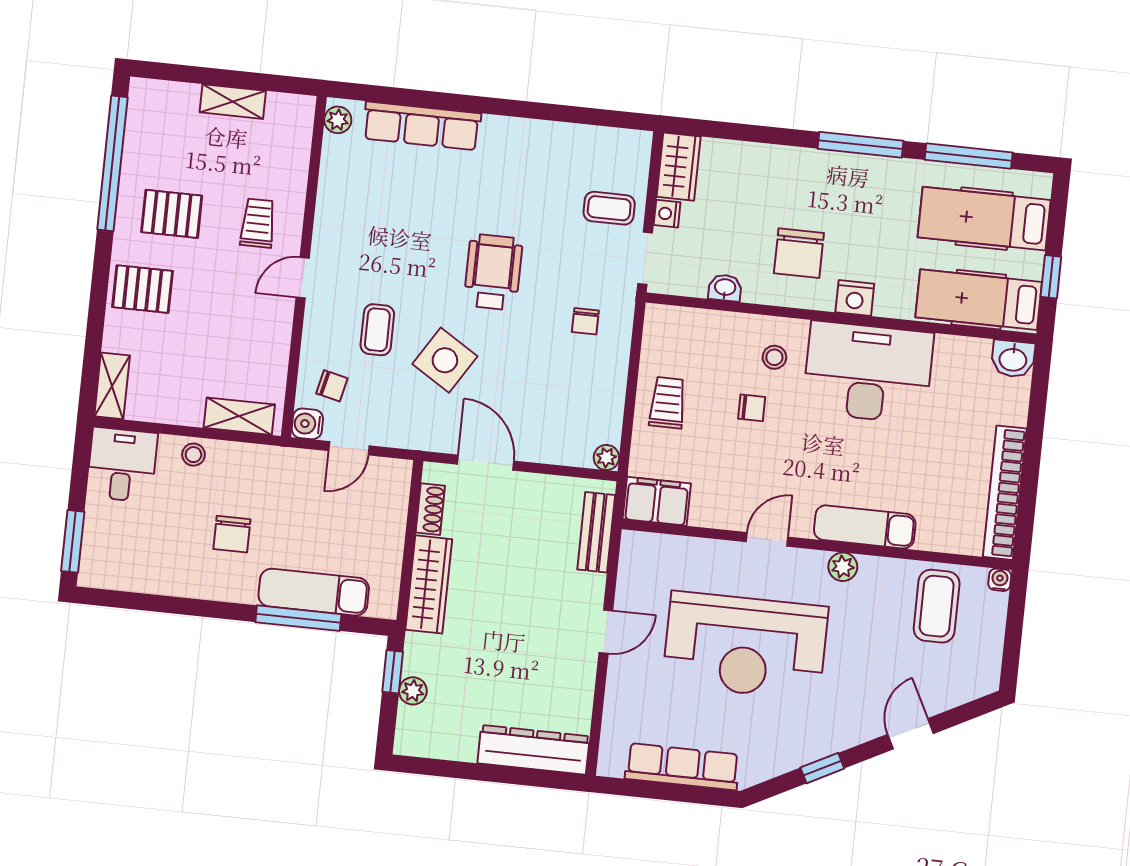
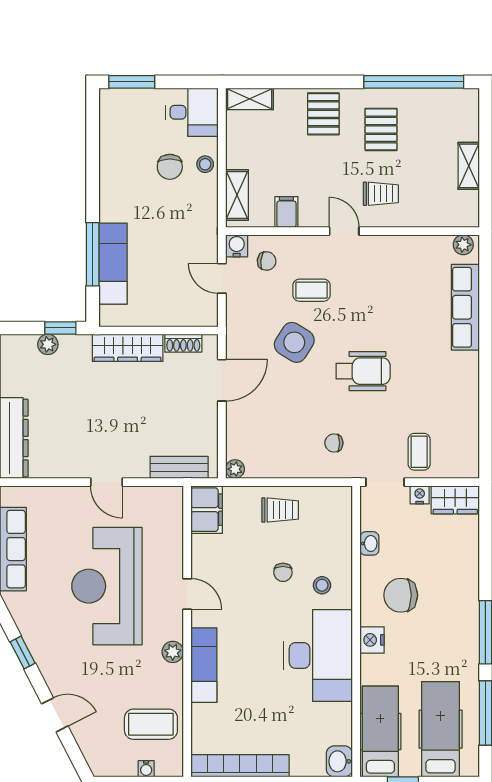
filing cabinet: (269, 352) -> (286, 212), added
chair: (332, 386) -> (267, 261), turned -96
chair: (232, 534) -> (170, 167), moved, turned -90
water cooler: (1000, 580) -> (146, 769), moved, turned 90

